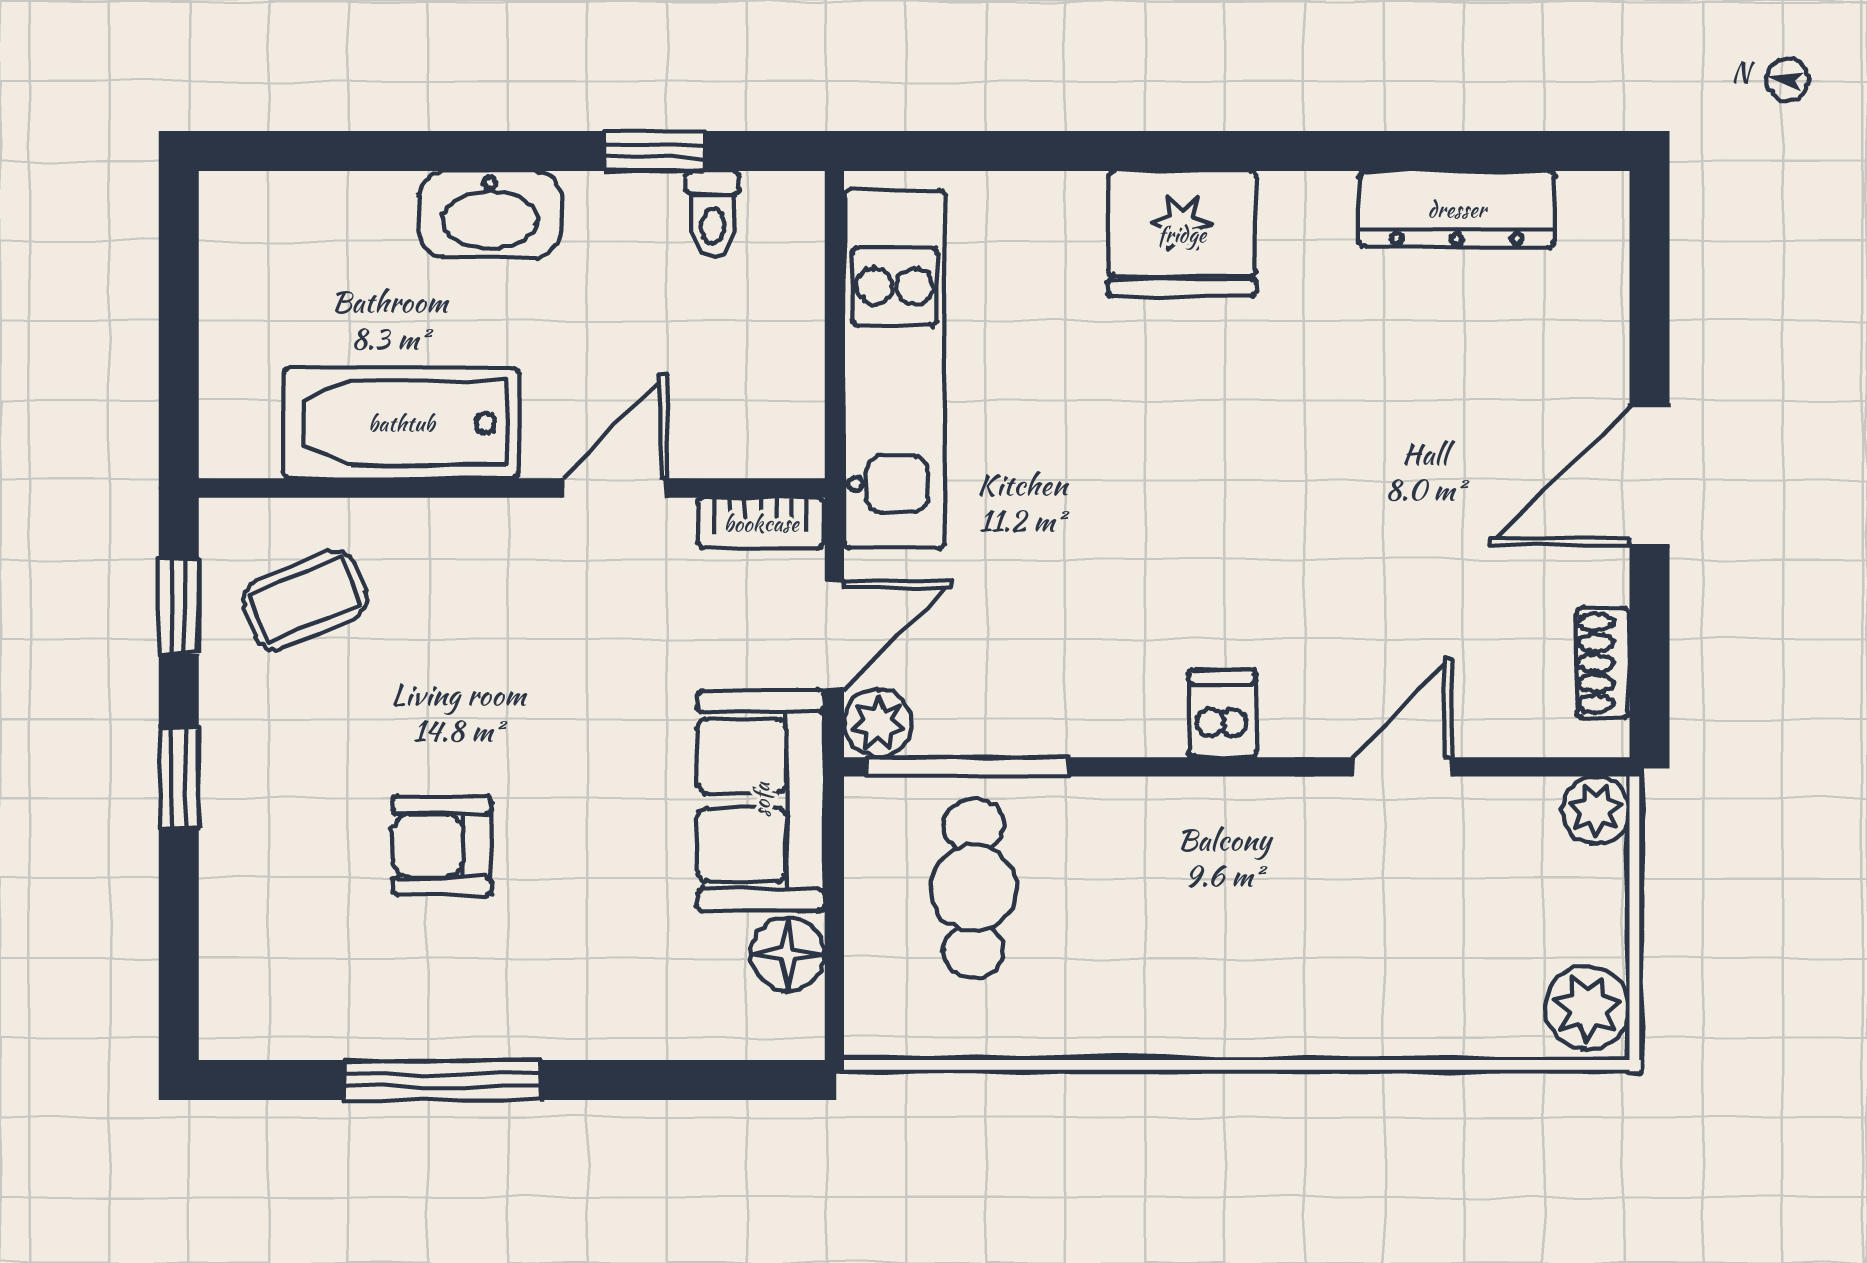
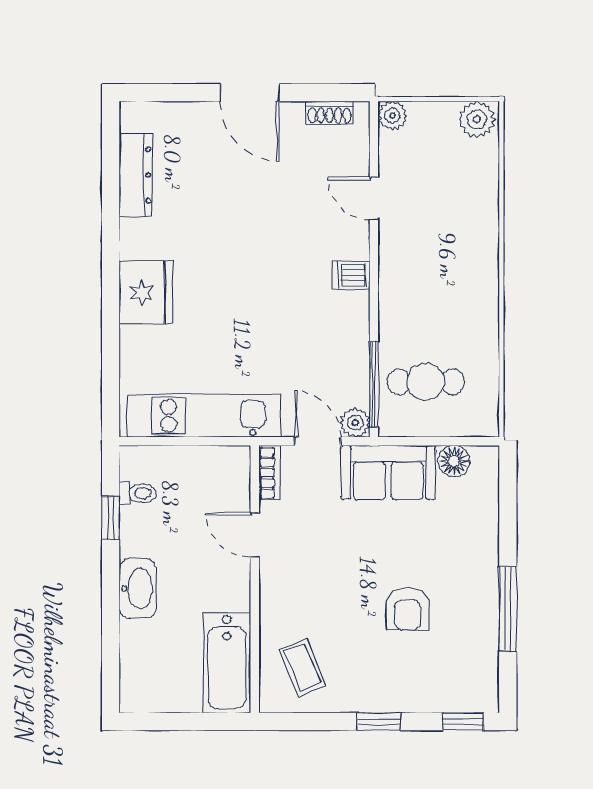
bathtub: (401, 423) -> (227, 663), moved
window: (179, 606) -> (463, 722), moved

